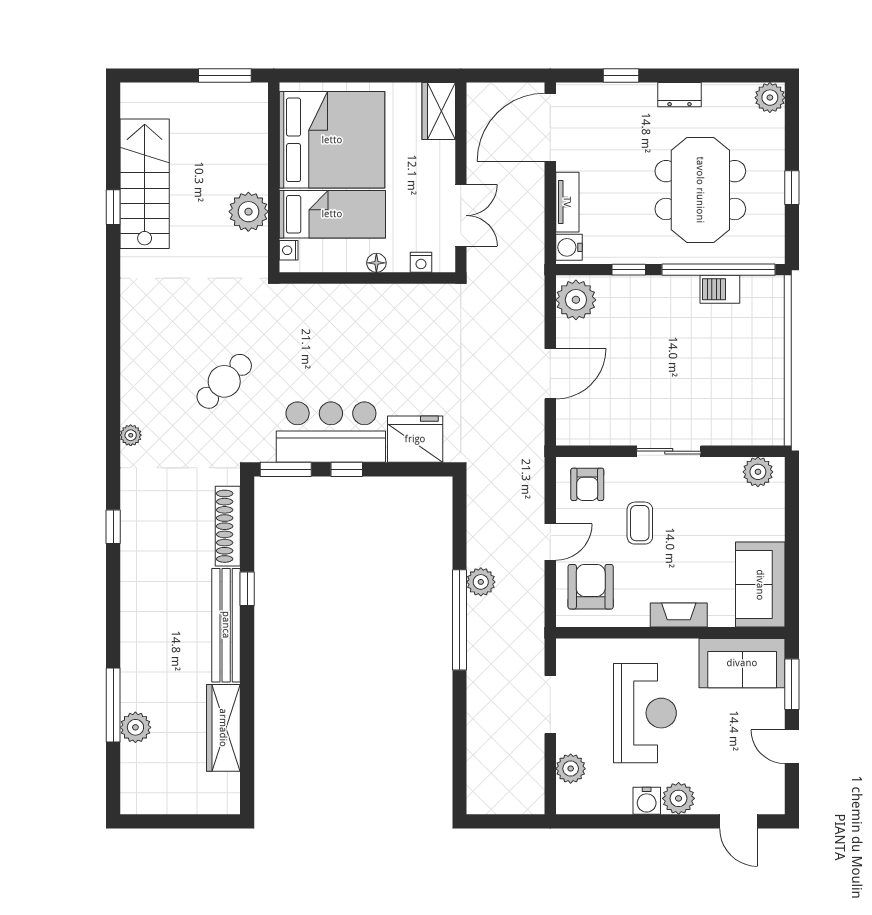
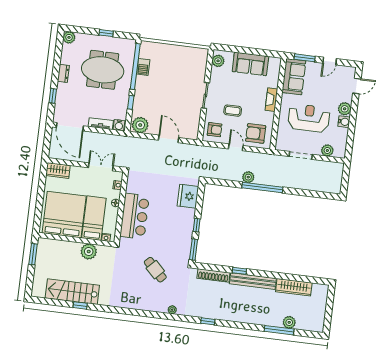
bar counter: (331, 432) -> (135, 216), moved, turned 180
sofa: (760, 585) -> (250, 64), moved

